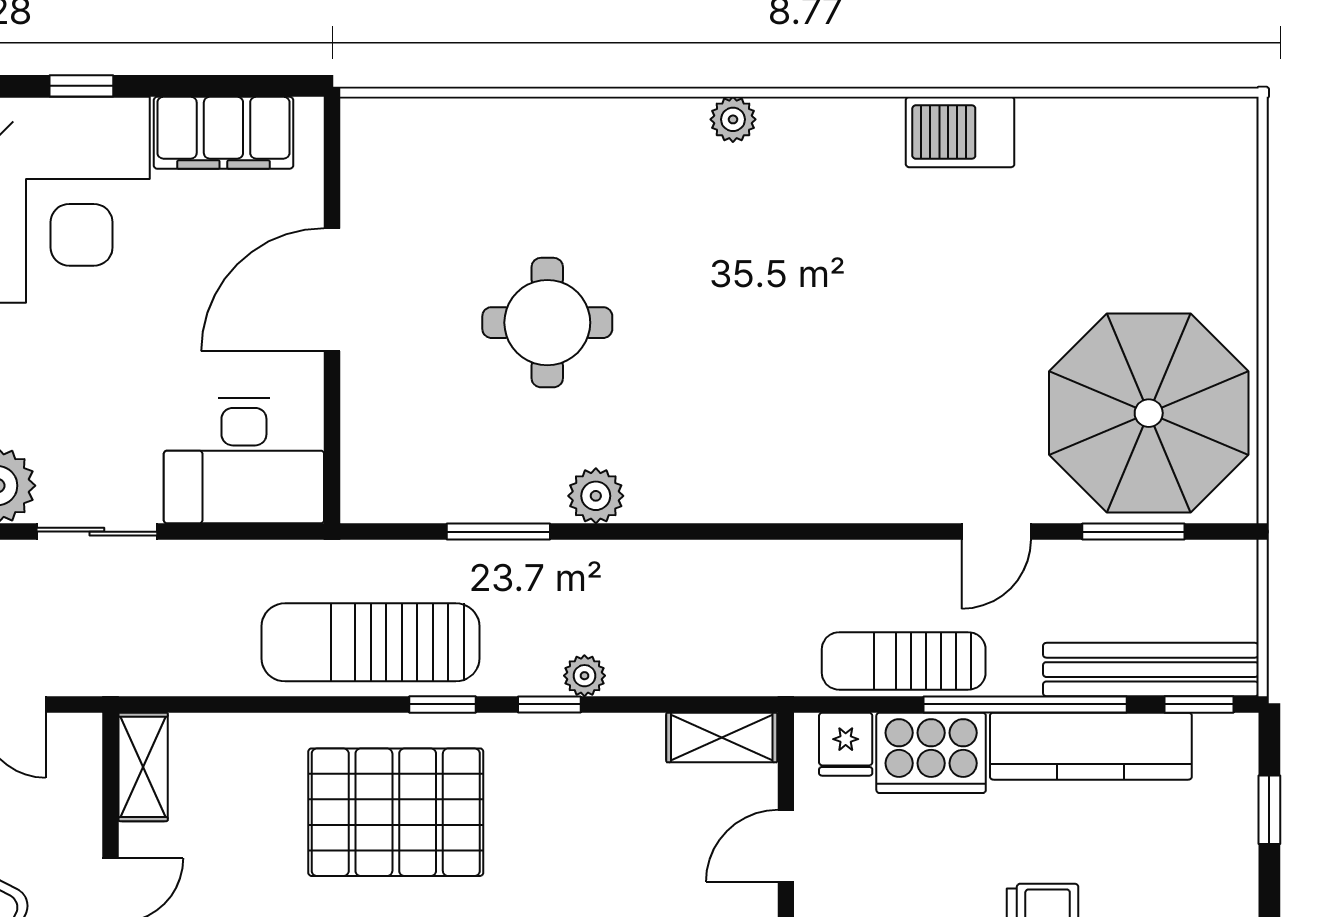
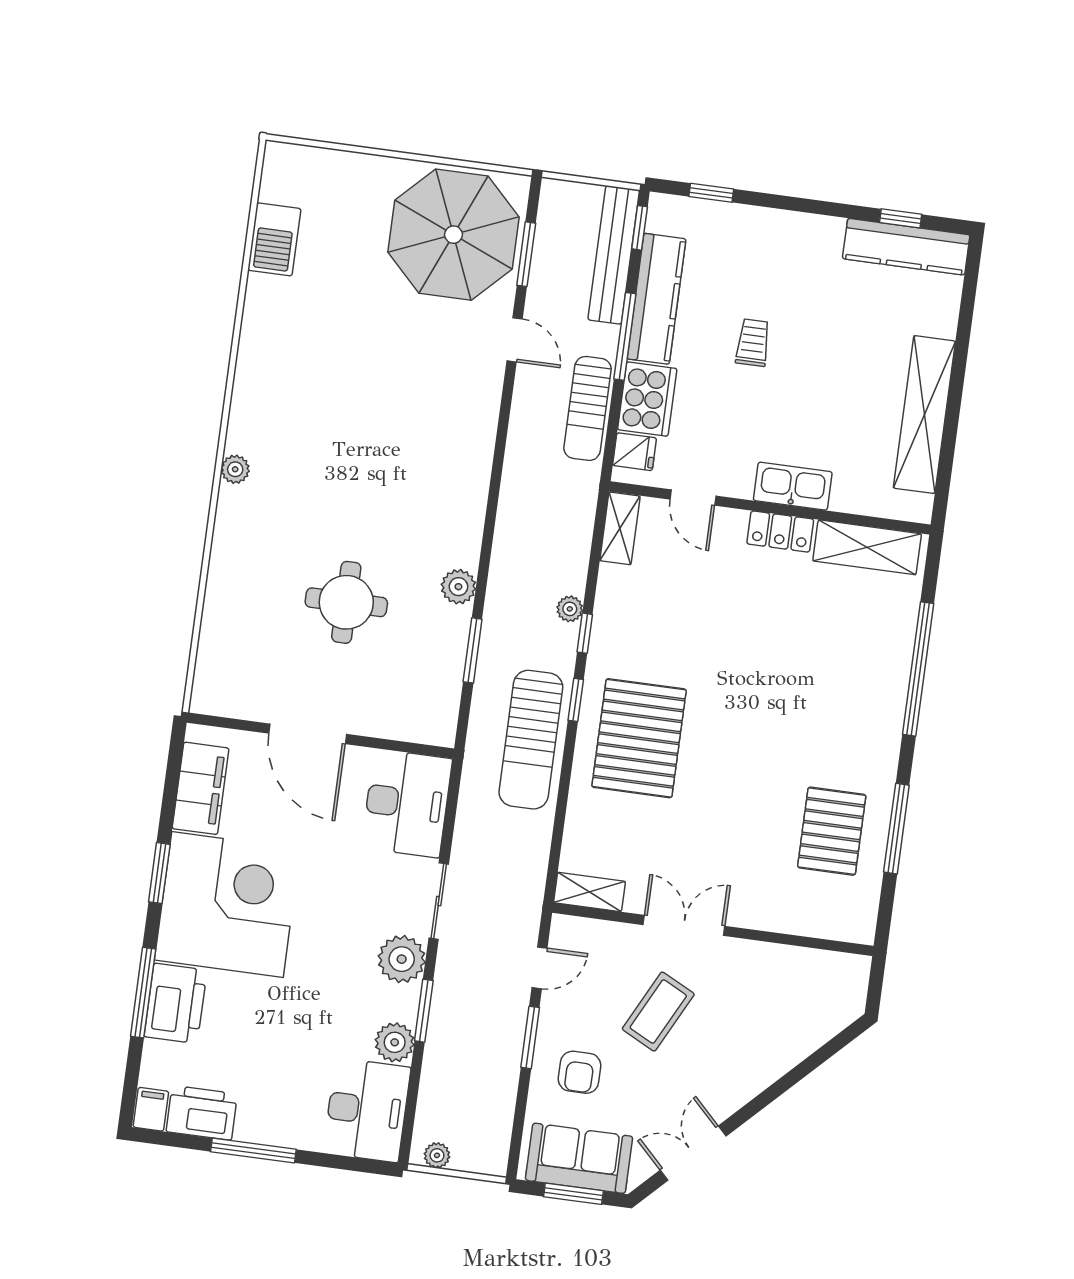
window: (81, 86) -> (159, 873), width x1.50
barbecue: (960, 132) -> (274, 239), moved
window: (1025, 704) -> (625, 336), width x0.68

